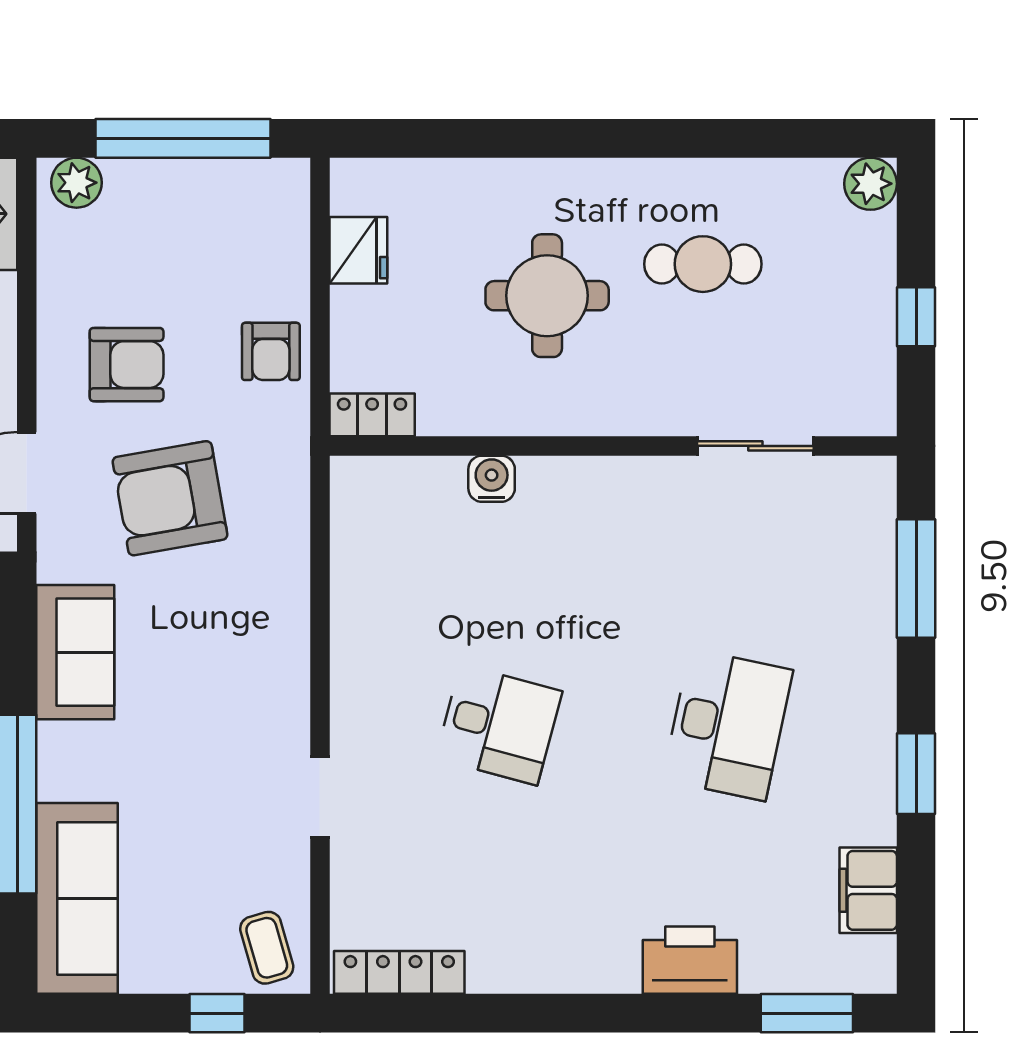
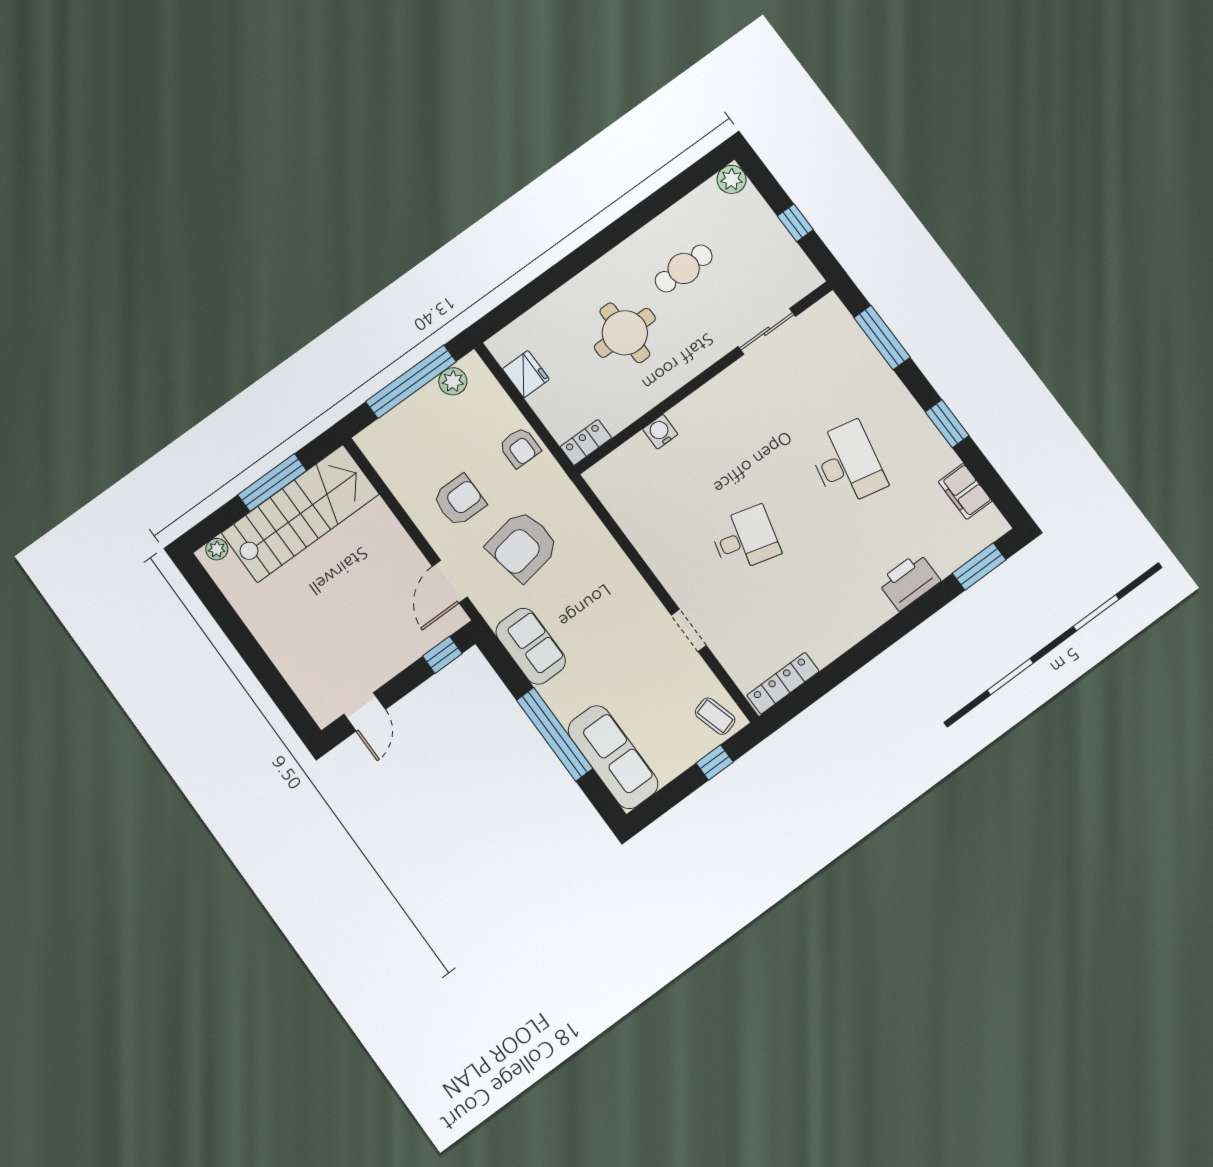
plant: (76, 183) -> (453, 381), moved

